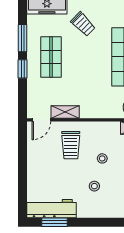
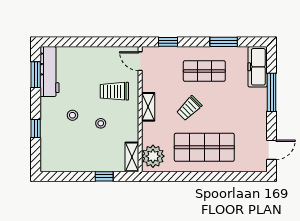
trolley: (83, 24) -> (189, 108), moved
window: (23, 69) -> (168, 42), moved
shelving: (65, 112) -> (148, 107), moved
window: (107, 222) -> (36, 128), added

